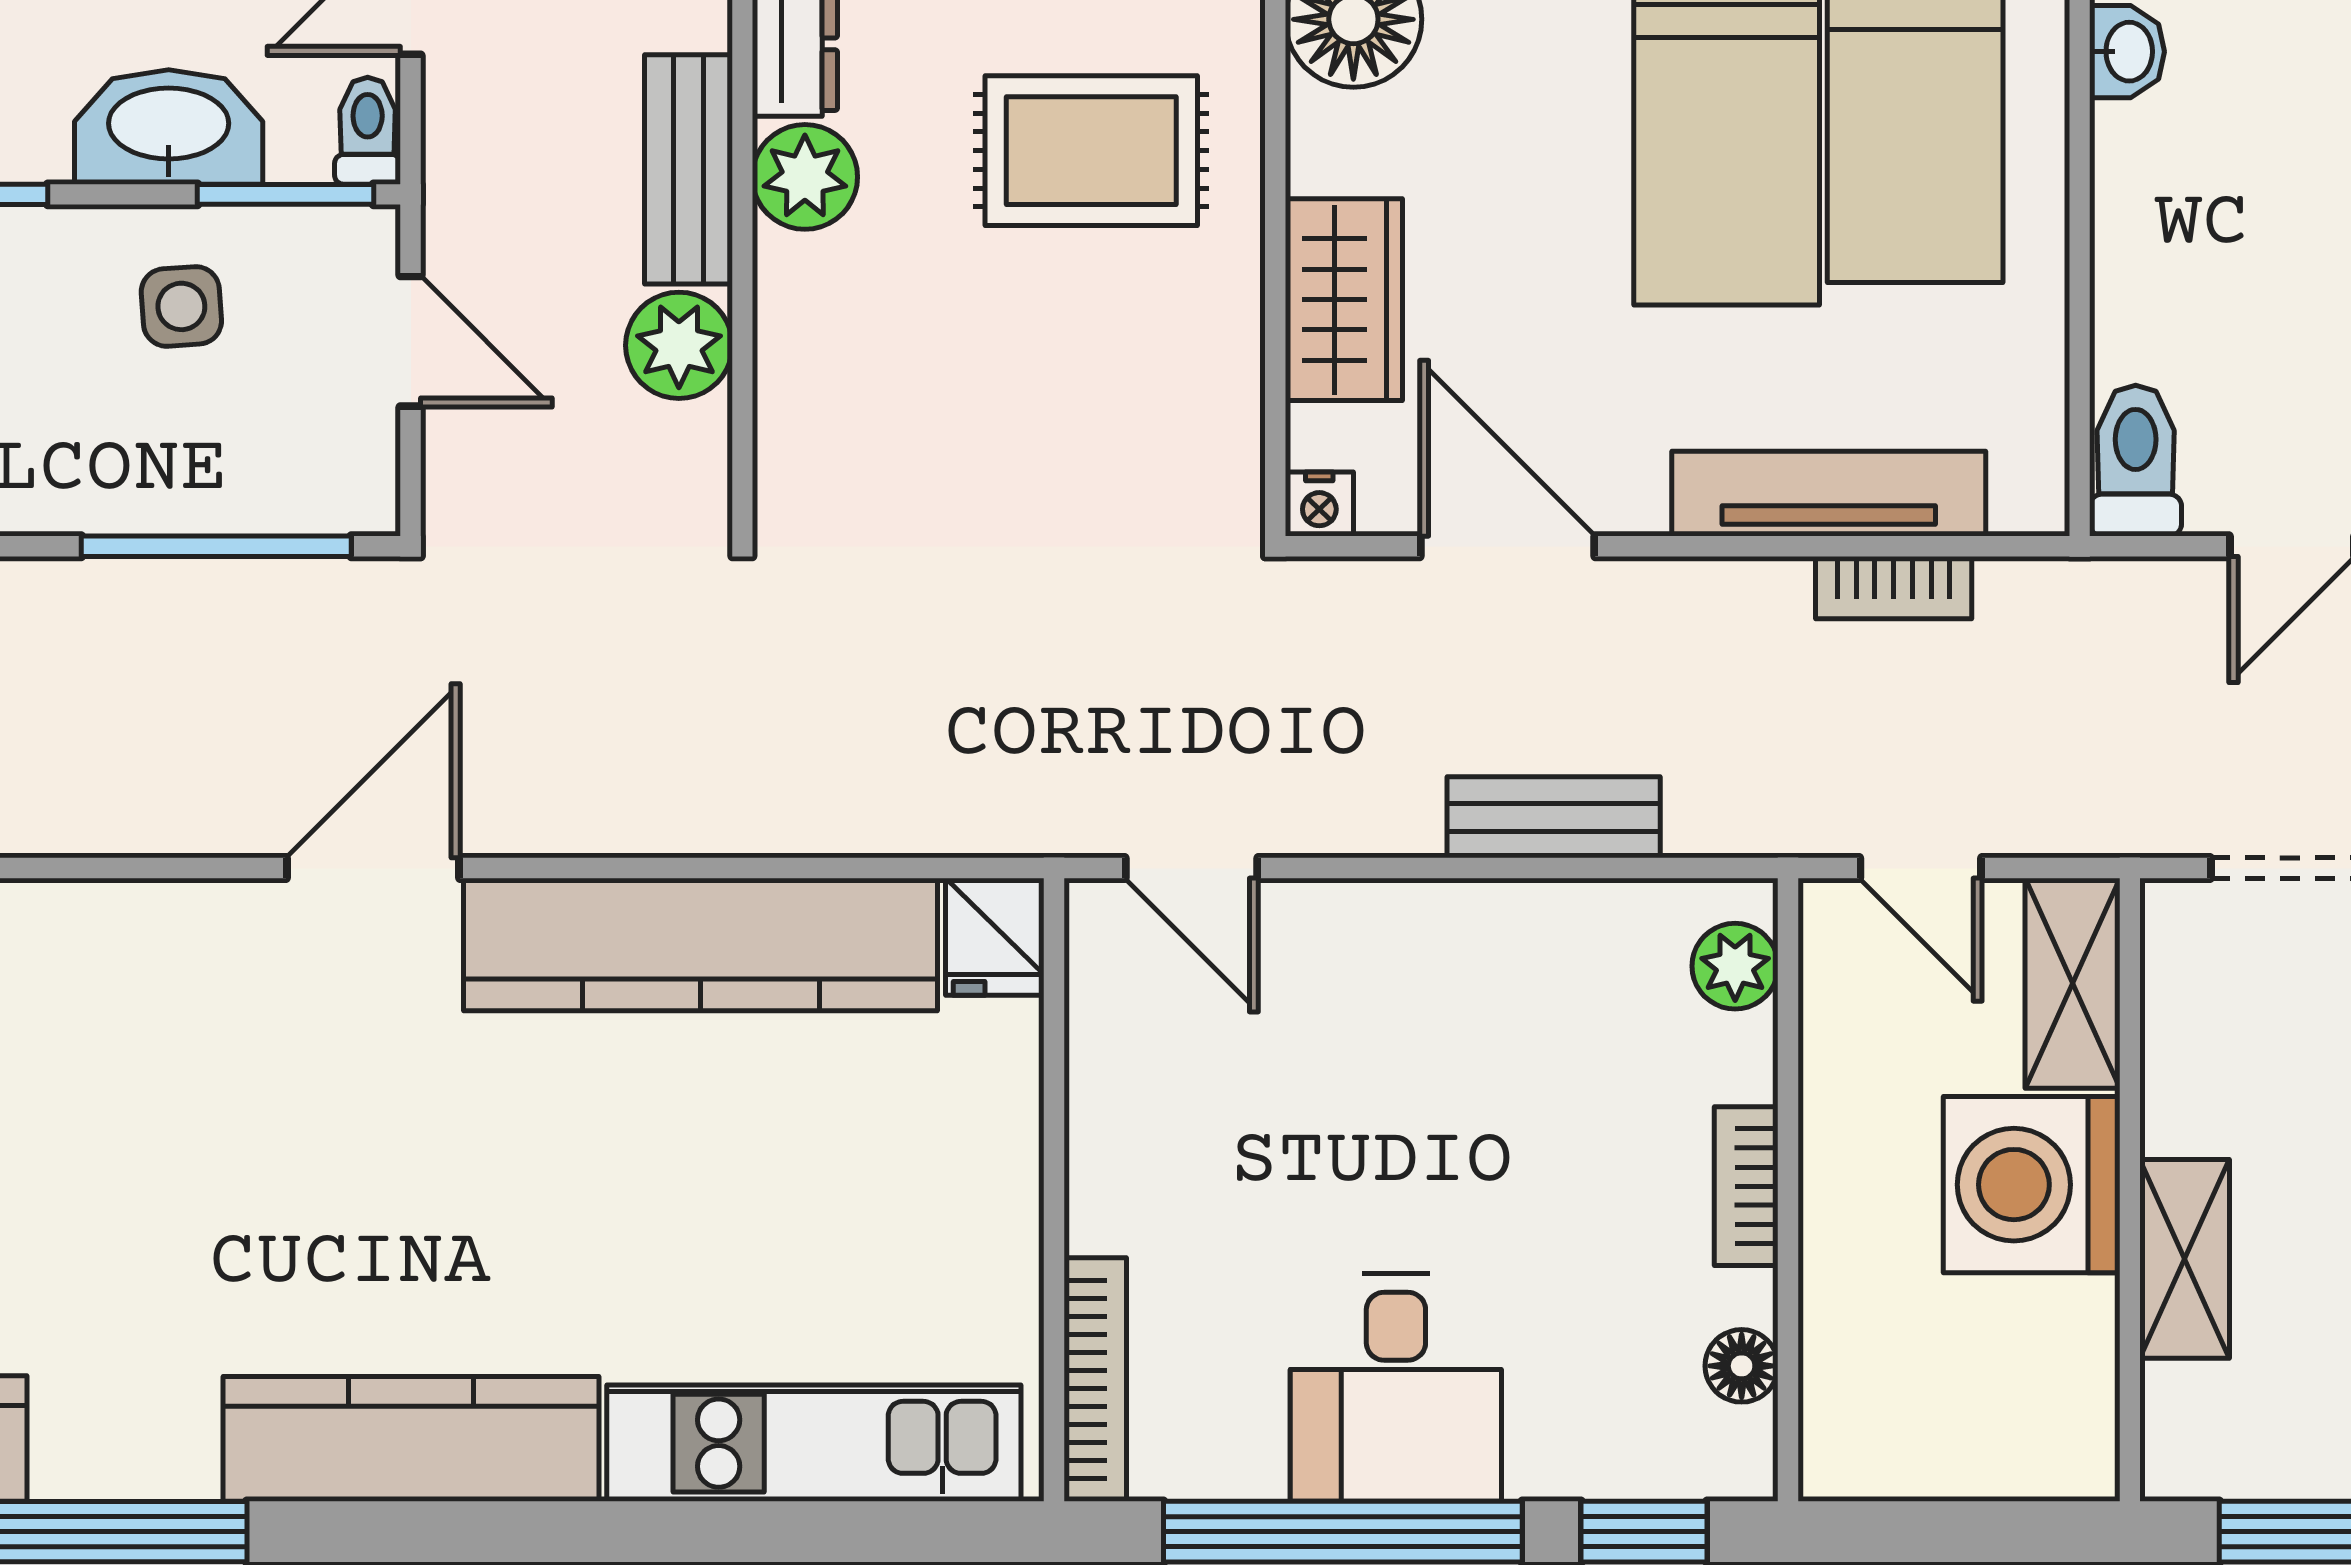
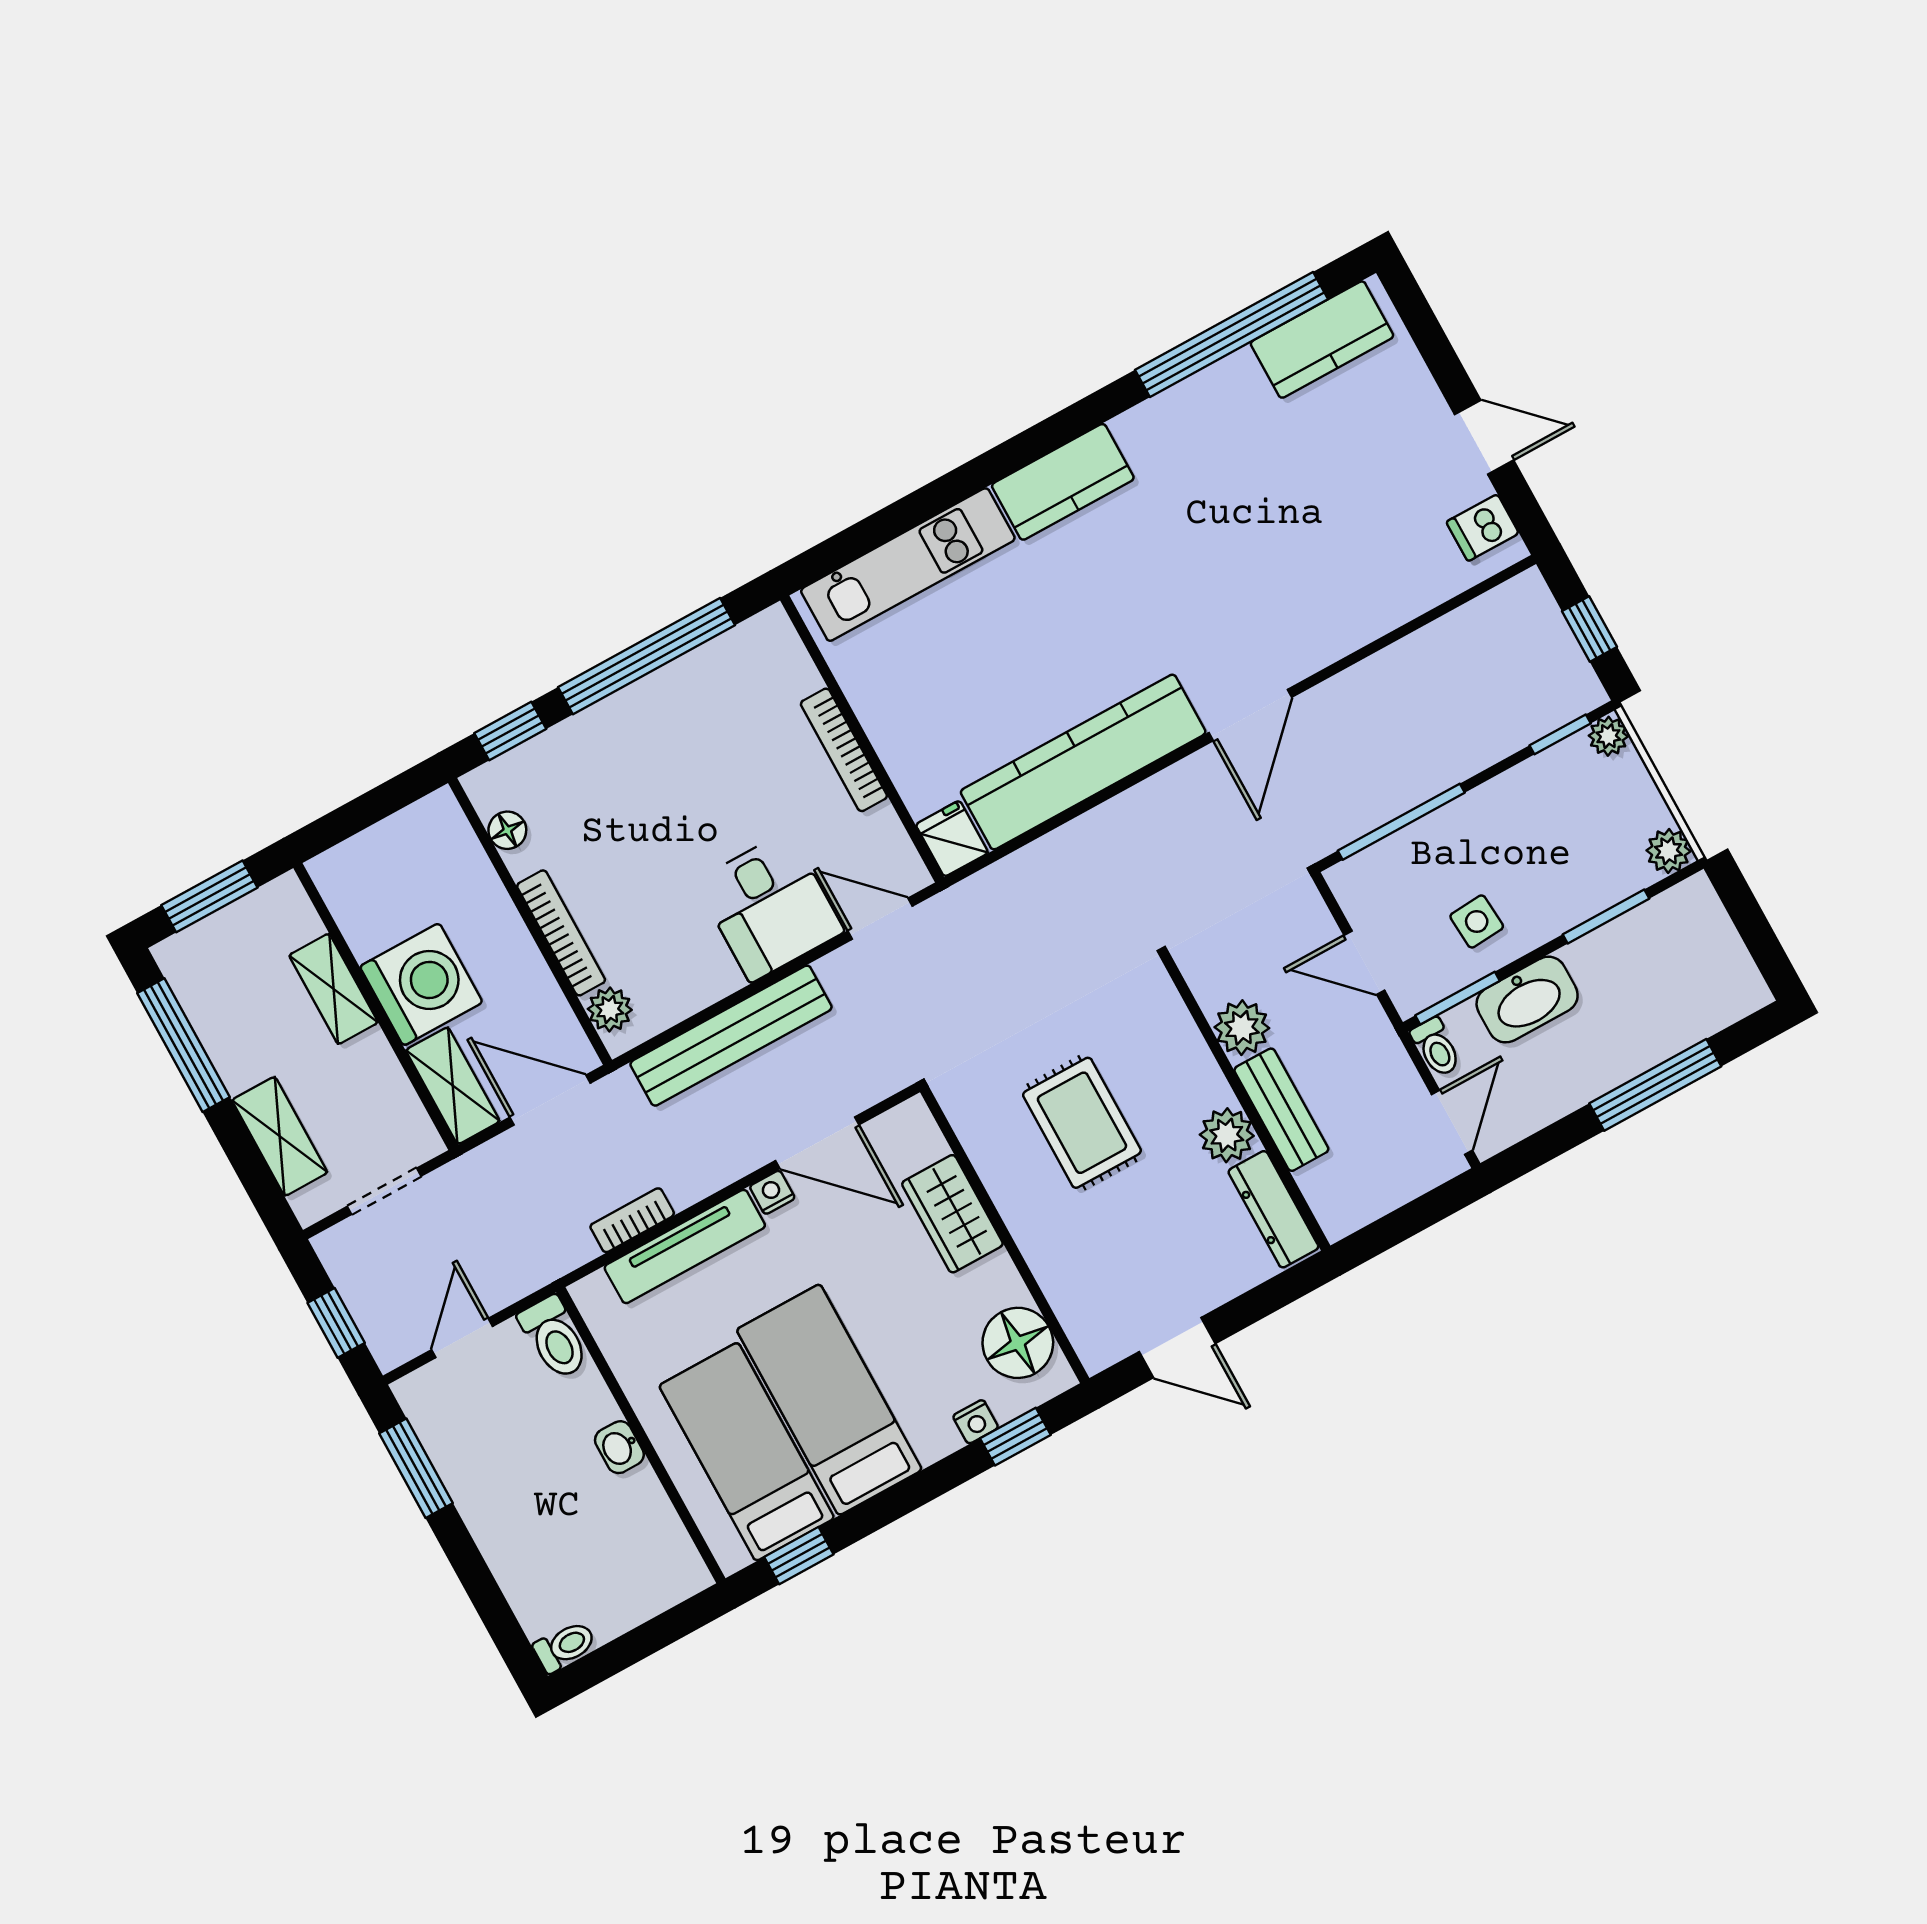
washbasin: (2127, 52) -> (619, 1447), moved
rug: (1091, 151) -> (1082, 1123), moved, turned 90
nightstand: (1319, 504) -> (772, 1192), moved
bench: (1554, 817) -> (731, 1036), width x1.86, depth x1.21
door: (1921, 868) -> (550, 1100), width x1.38
bookcase: (1746, 1186) -> (561, 933), width x1.56
bookcase: (1095, 1380) -> (844, 750), moved
desk: (1396, 1388) -> (770, 906), moved, turned 180
kitchen counter: (411, 1439) -> (1063, 482), width x0.67

